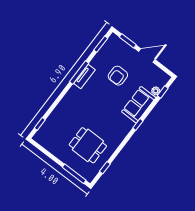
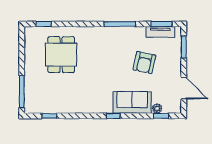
door: (147, 56) -> (184, 88), moved
tv unit: (84, 76) -> (160, 32), moved
armchair: (118, 76) -> (144, 62), turned -78
dining table: (88, 145) -> (61, 55), moved

